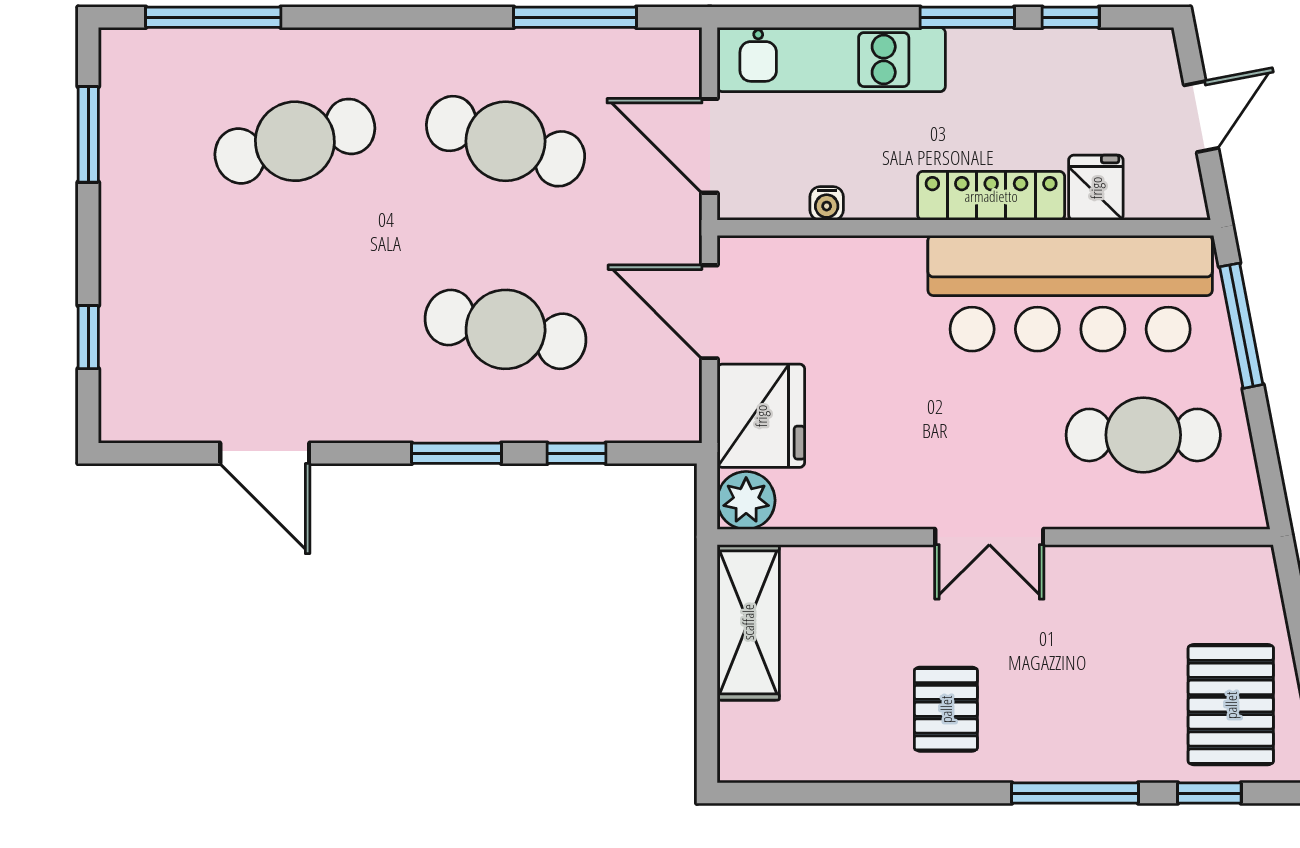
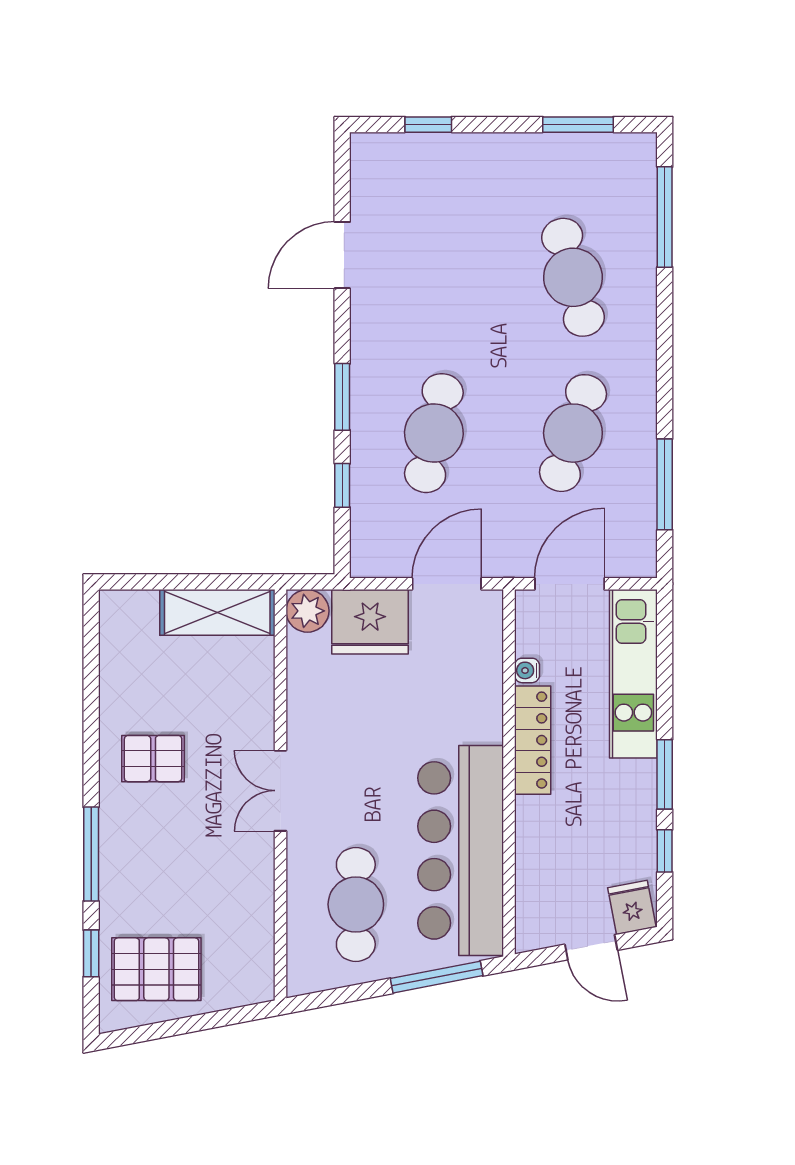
fridge: (1096, 188) -> (632, 907), moved, turned -101
locker: (991, 196) -> (533, 740), moved

